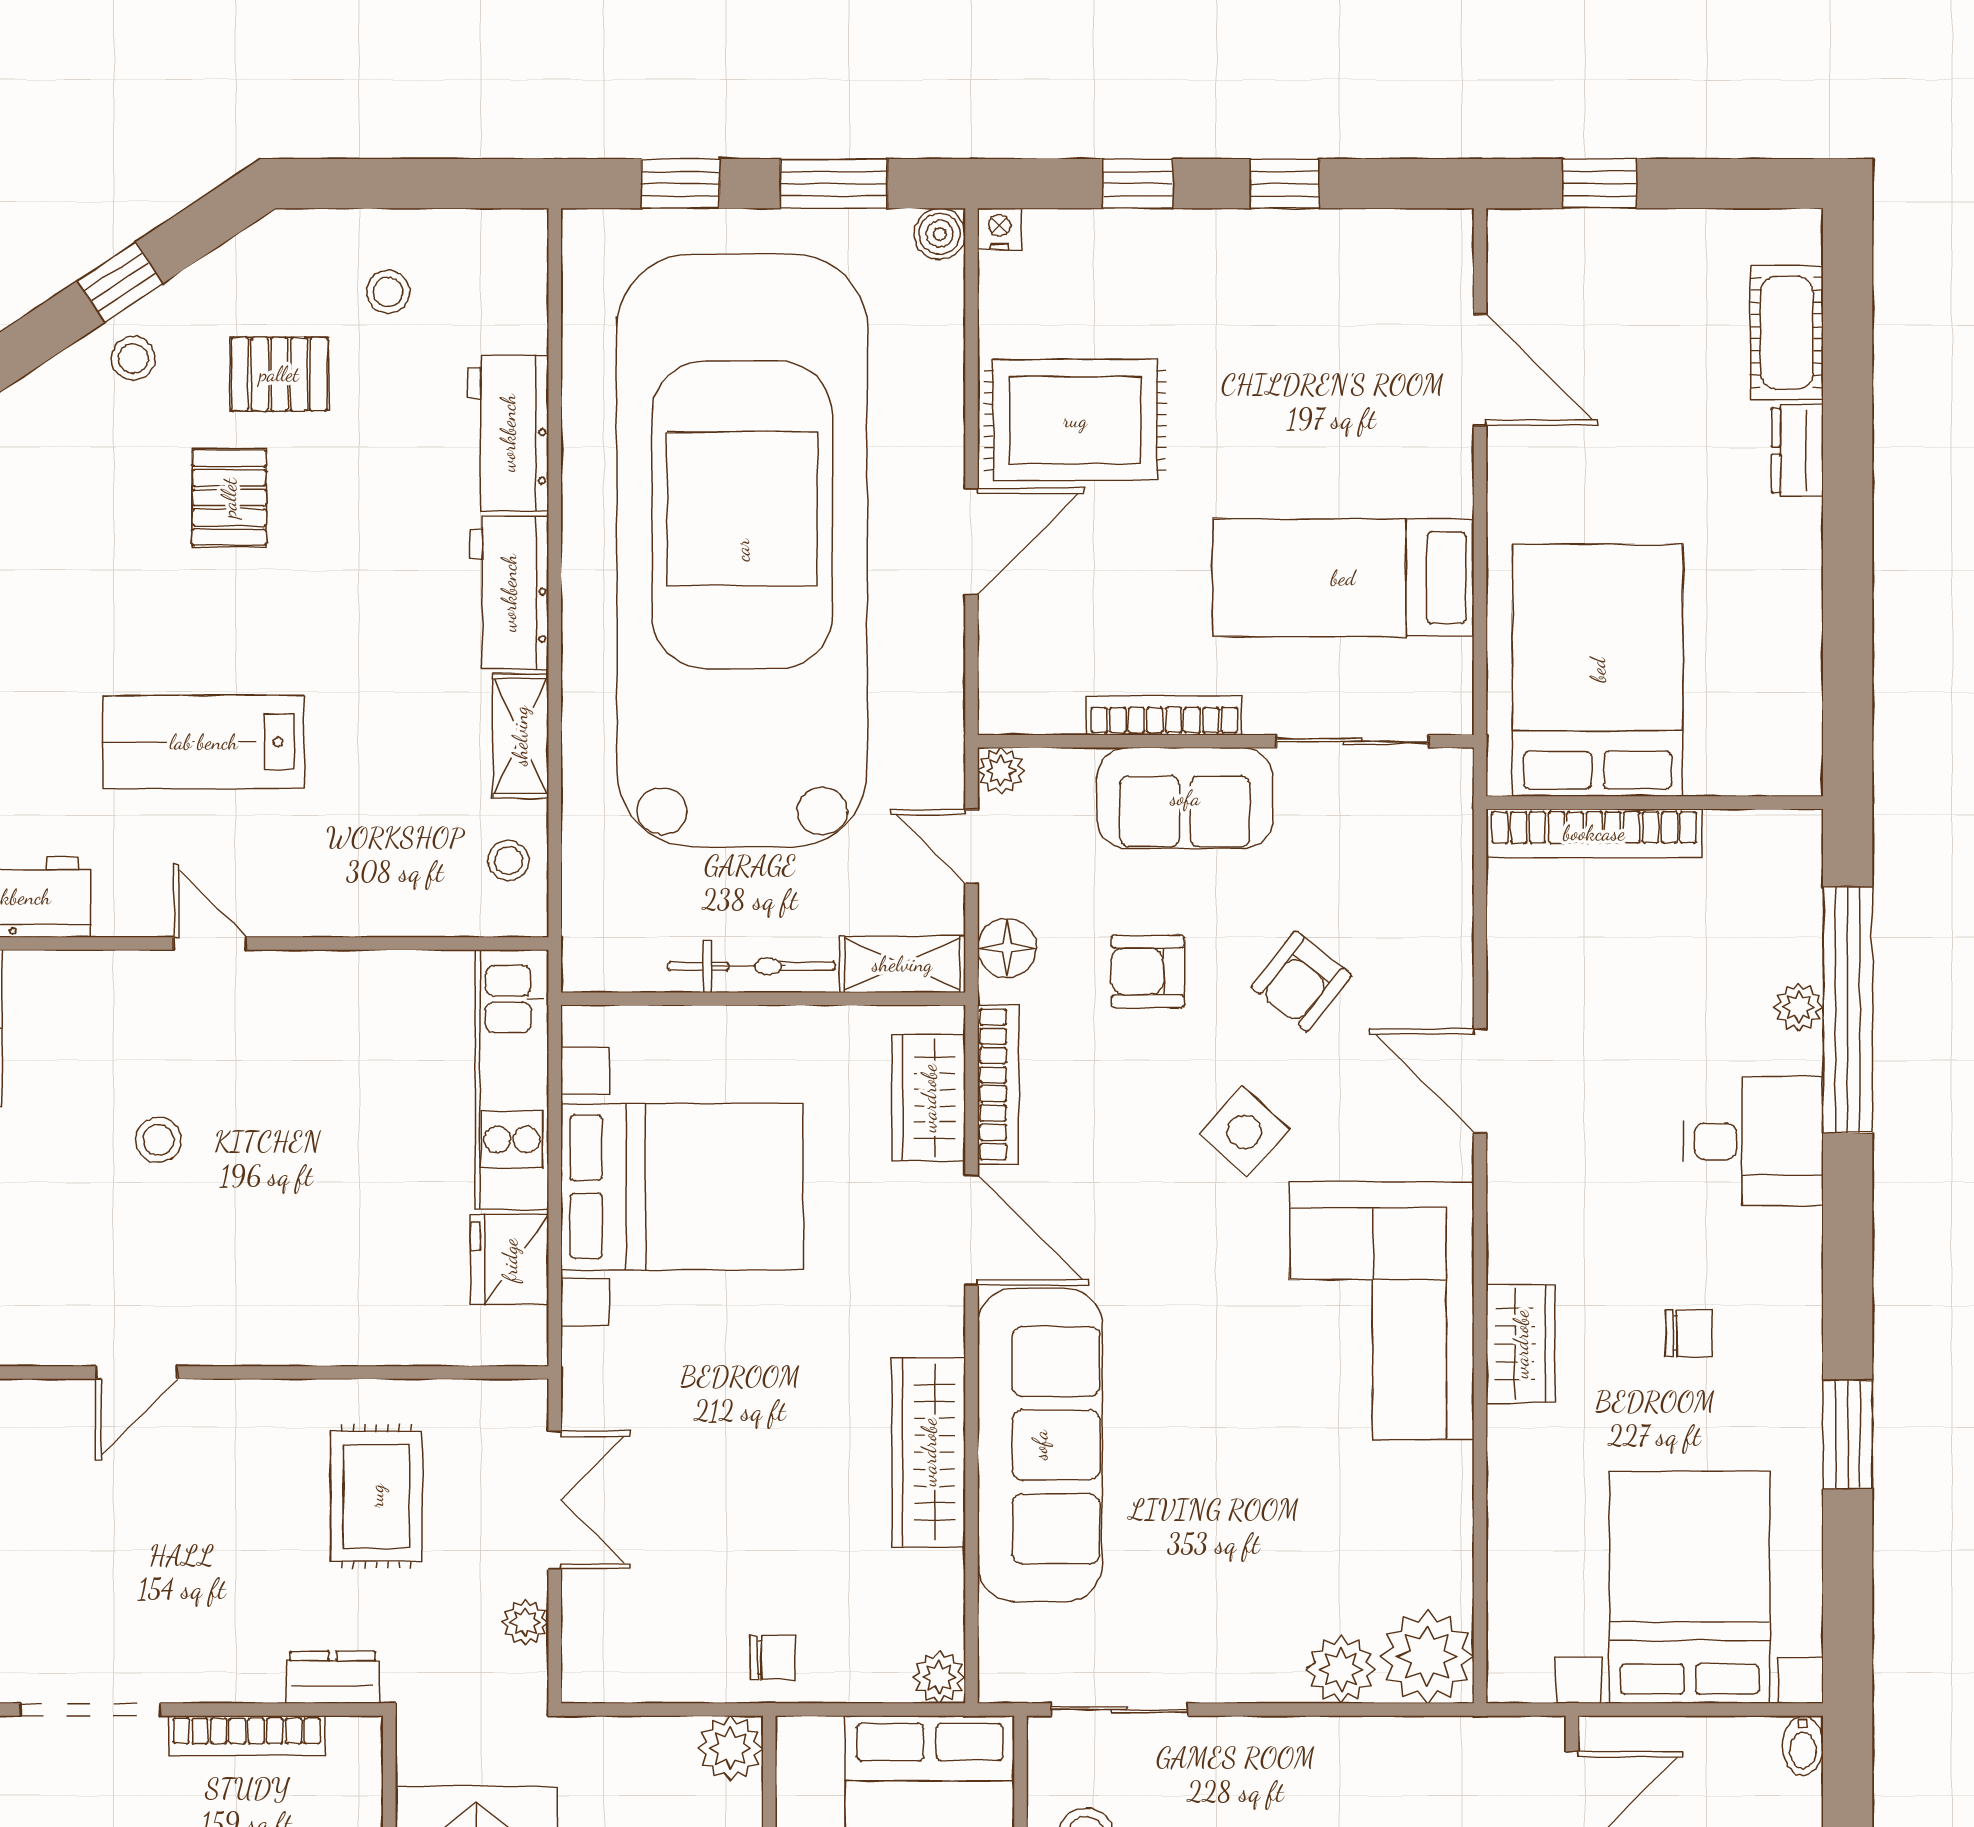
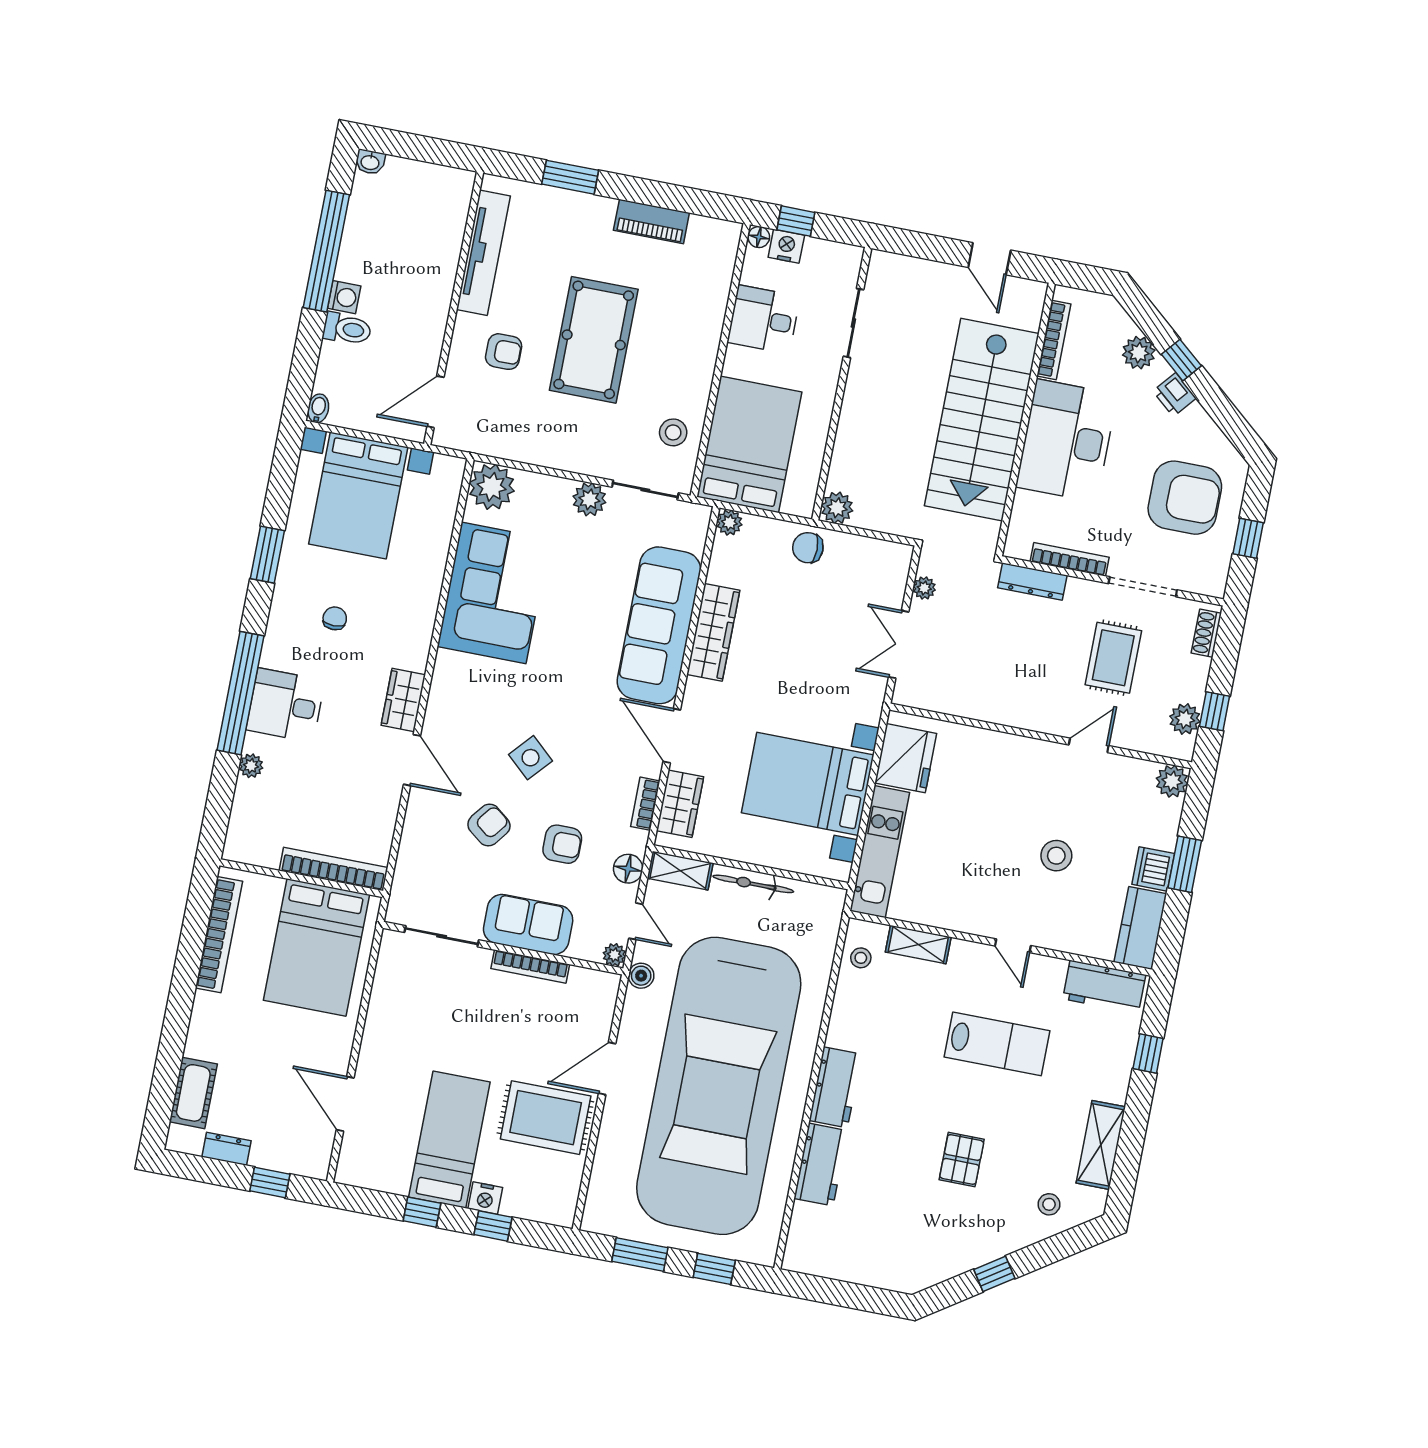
nightstand: (999, 229) -> (485, 1198), moved, width x1.39, depth x1.35
boiler: (940, 234) -> (641, 976), moved
stool: (388, 292) -> (866, 1244), removed
stool: (133, 358) -> (1049, 1204), moved
pallet: (279, 374) -> (926, 1214), removed
dresser: (1797, 451) -> (226, 1149), moved, turned -90
bed: (1343, 578) -> (449, 1140), moved, turned -90
bookcase: (1797, 658) -> (219, 935), added
shelving: (520, 736) -> (918, 945), moved, turned 90
window: (1848, 1010) -> (240, 693), moved
bookcase: (998, 1084) -> (645, 804), width x0.64
stool: (158, 1140) -> (1056, 856), width x1.37, depth x1.37
fridge: (510, 1260) -> (906, 758), width x1.36, depth x1.34
corner sofa: (1382, 1311) -> (494, 593), moved
chair: (1689, 1333) -> (335, 618), turned 90
wardrobe: (1521, 1344) -> (403, 700), moved
rug: (376, 1496) -> (1113, 658), moved
chair: (773, 1658) -> (808, 548), width x1.37, depth x1.37
plant: (1341, 1669) -> (589, 499), moved
dresser: (333, 1677) -> (1032, 581), width x1.44

